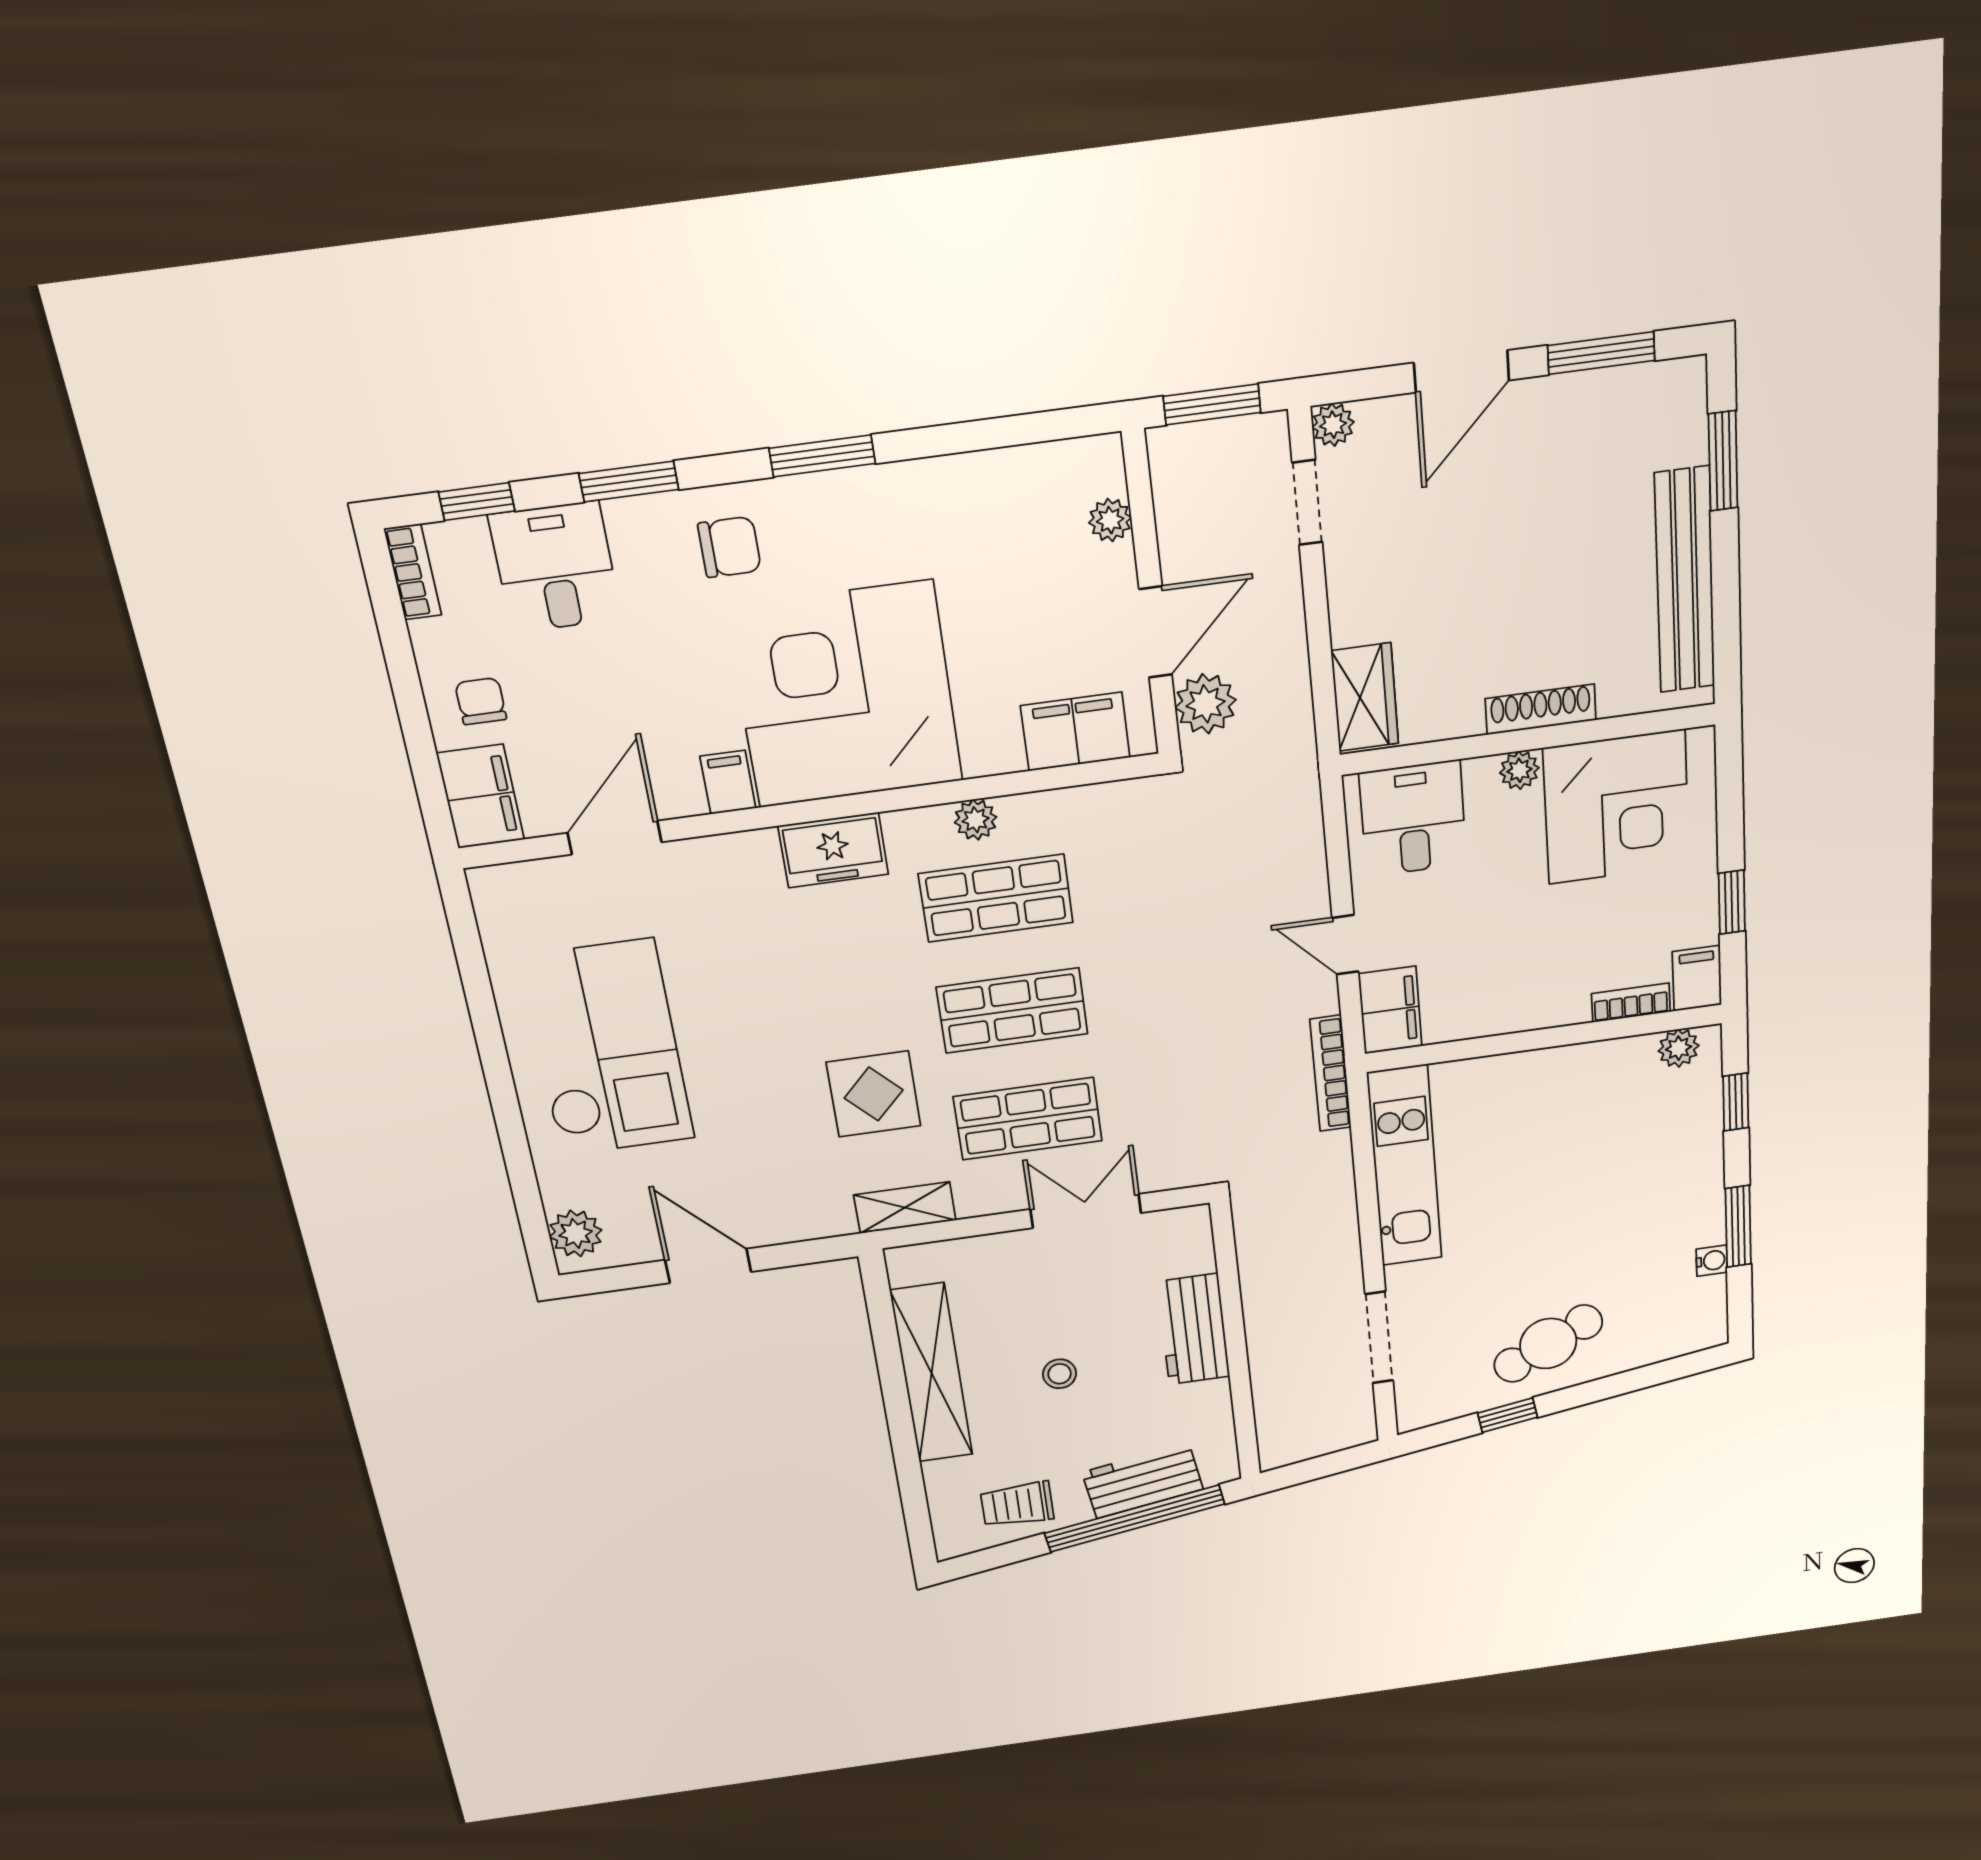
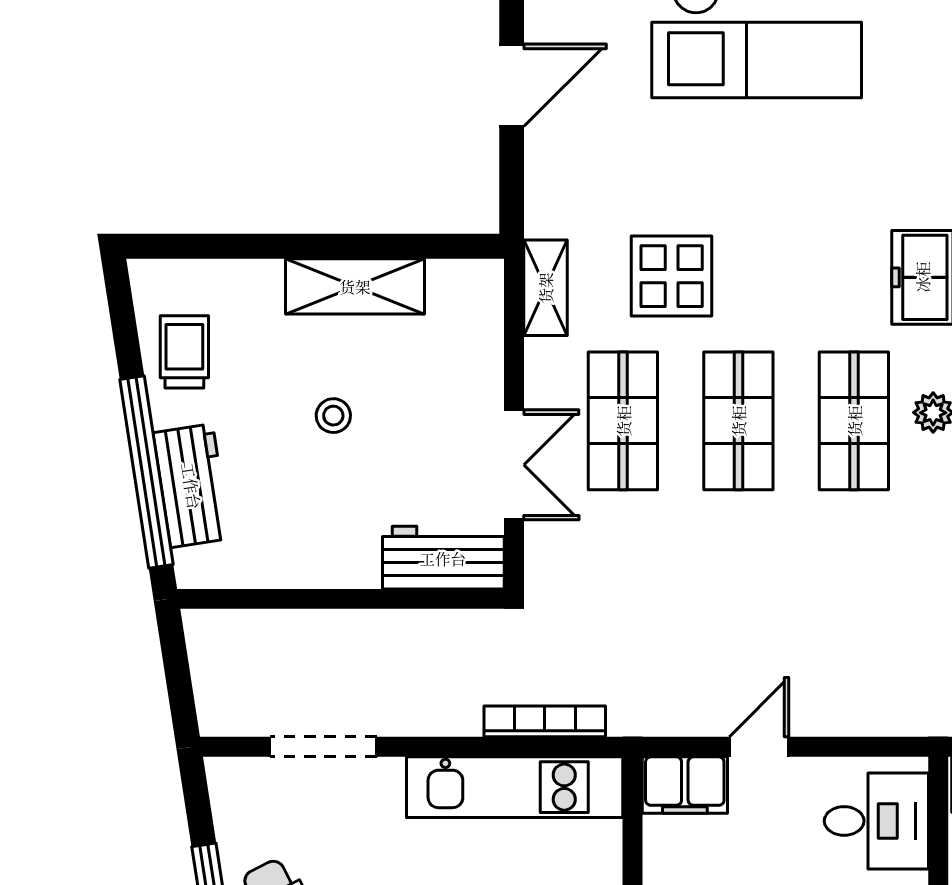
bookcase: (1331, 1074) -> (545, 721), moved
workbench: (1193, 1329) -> (443, 558), moved
shelving: (932, 1373) -> (355, 286), width x0.68

